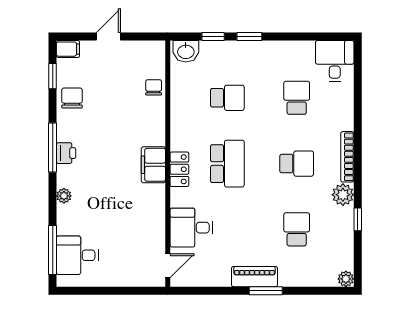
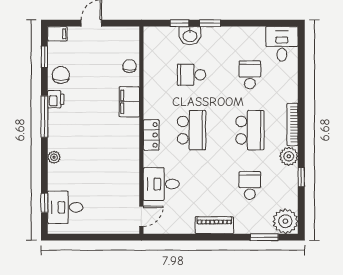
washbasin: (186, 51) -> (190, 36), moved
school desk: (227, 98) -> (192, 75), turned 180
printer: (66, 153) -> (56, 99), moved
school desk: (297, 164) -> (250, 130), width x1.85
filing cabinet: (153, 165) -> (129, 102), moved
window: (53, 250) -> (44, 203), width x0.46
plant: (346, 279) -> (285, 221), width x1.87, depth x1.87
window: (266, 291) -> (264, 237), moved

